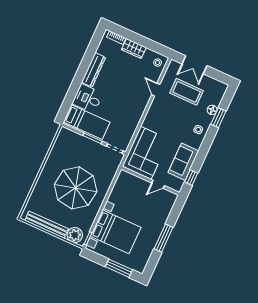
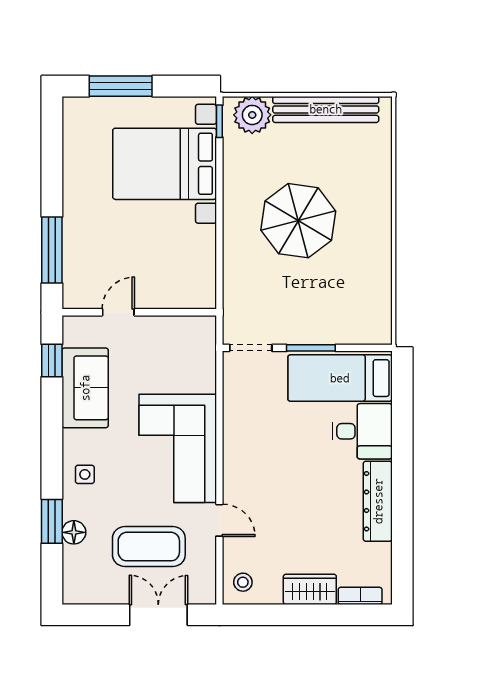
corner sofa: (146, 153) -> (178, 448), moved
parasol: (76, 188) -> (298, 221), width x0.73, depth x0.73
window: (164, 238) -> (52, 250), moved

